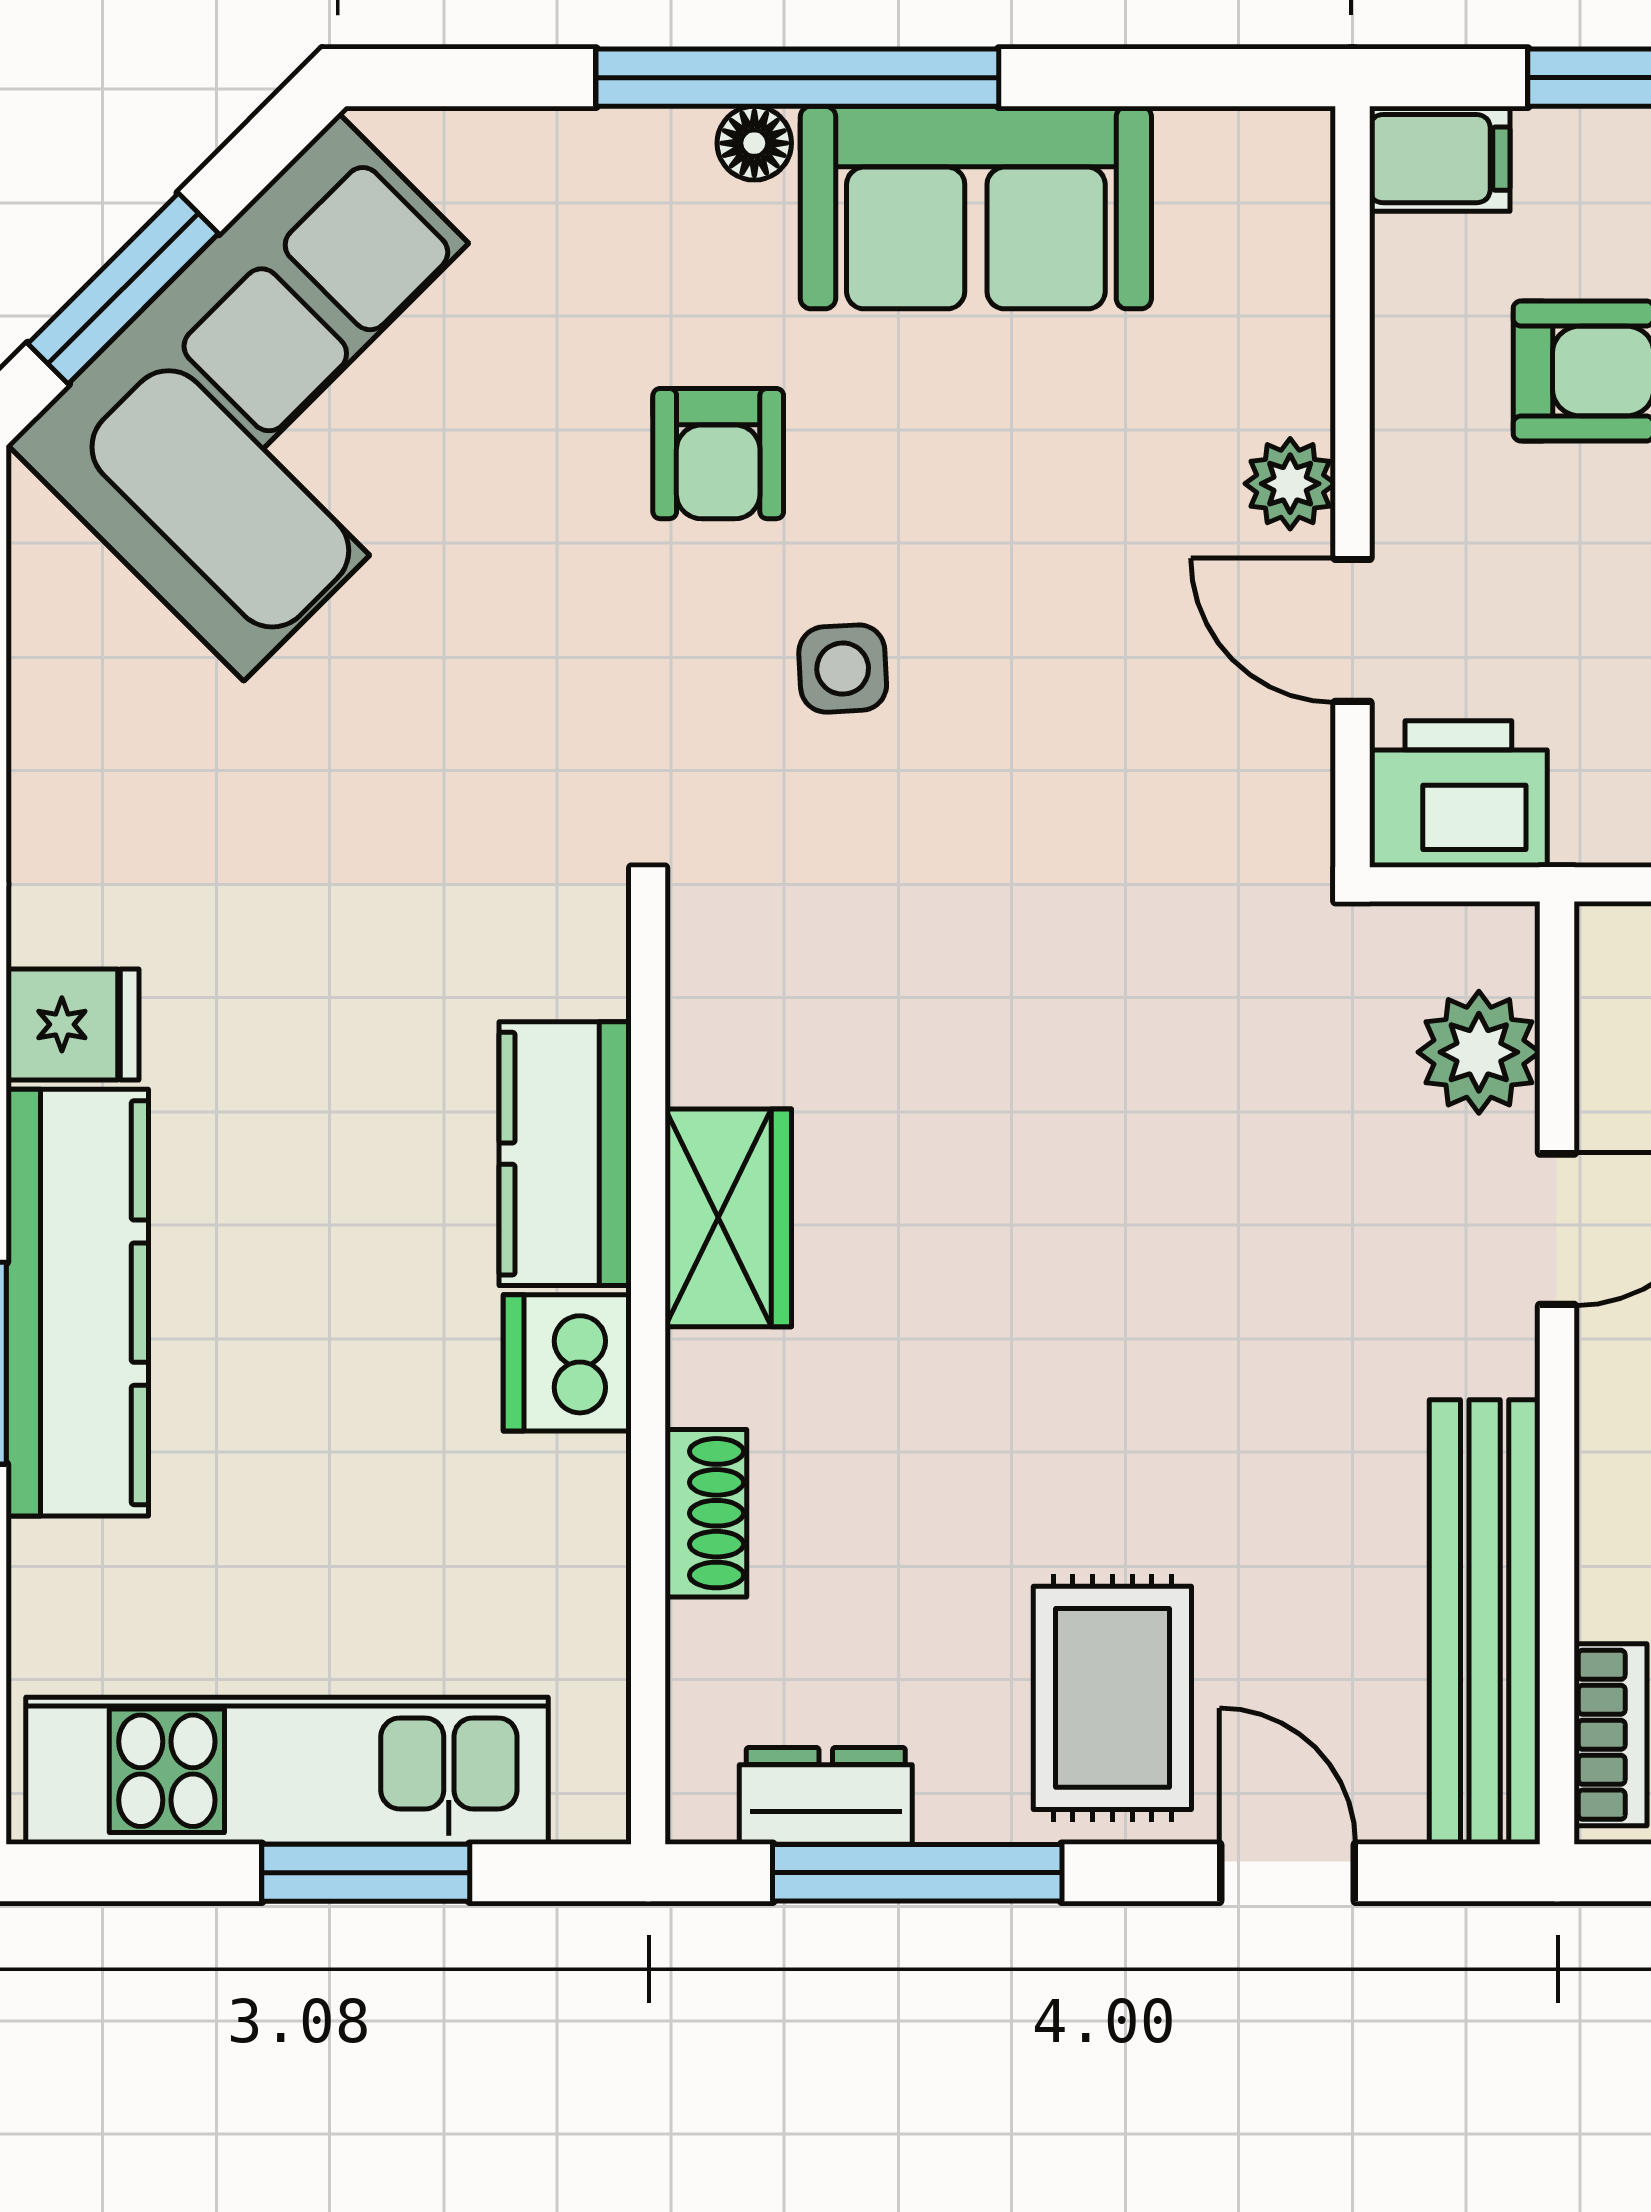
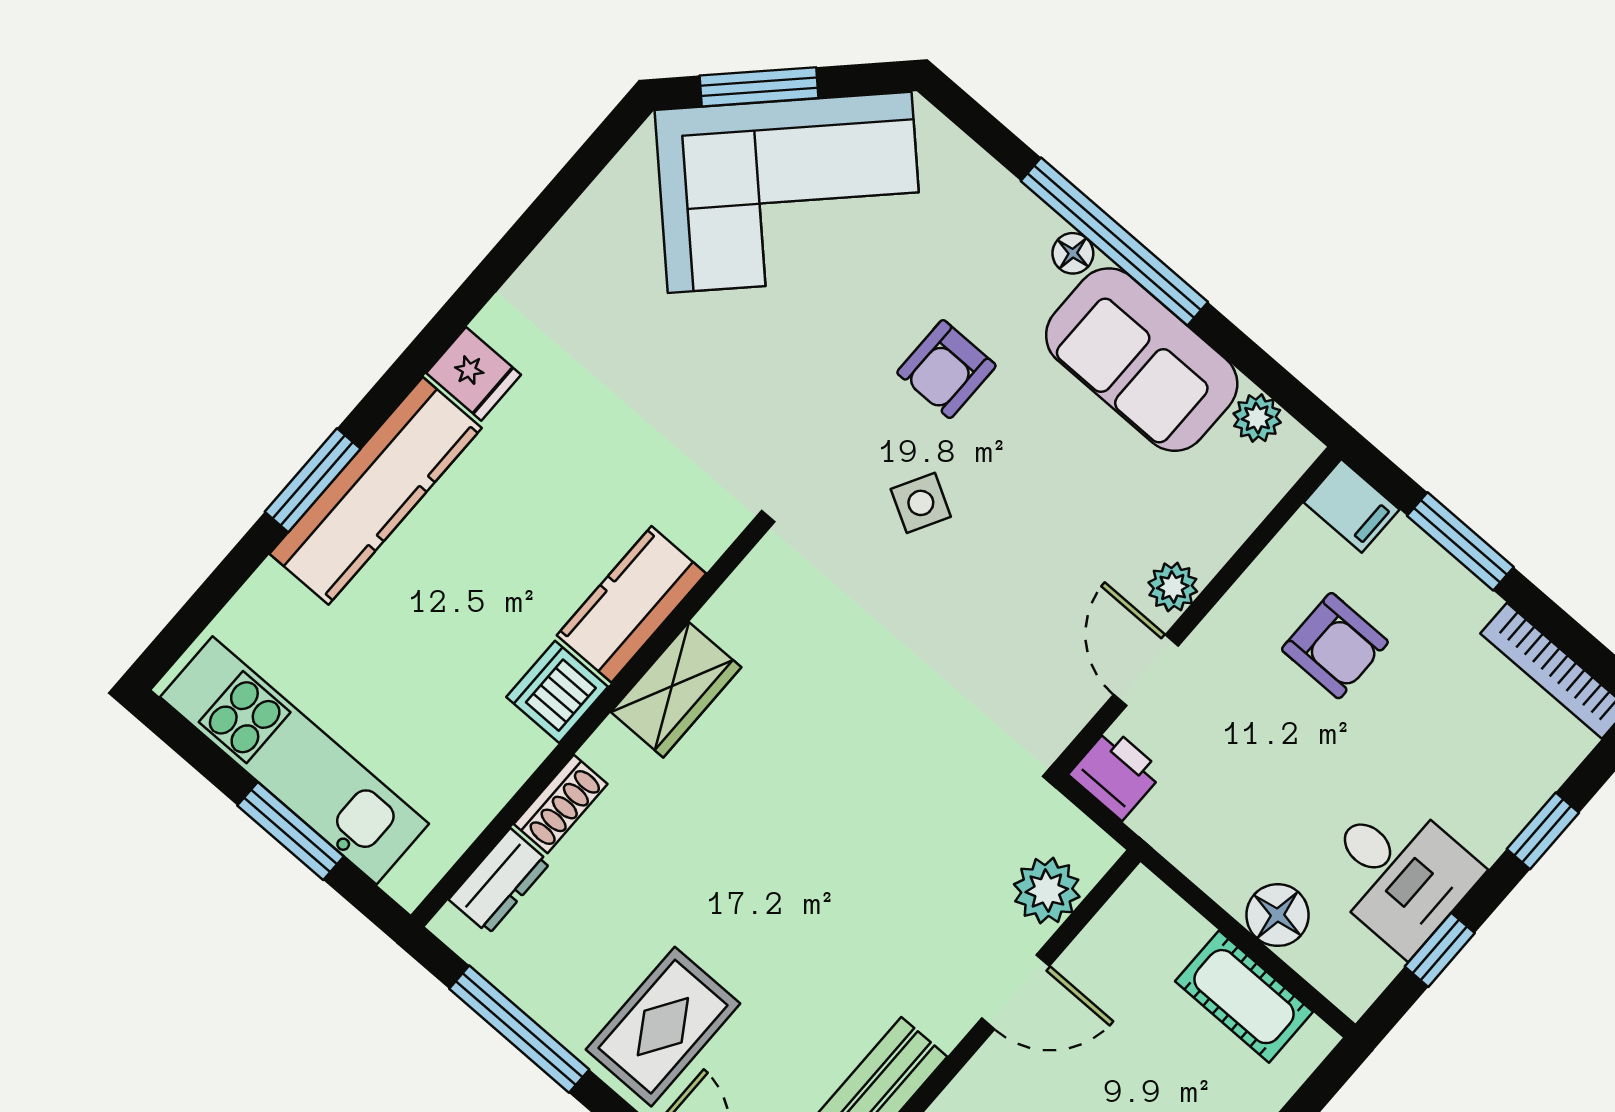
plant: (1205, 150) -> (1257, 418), added
side table: (843, 669) -> (921, 503), turned 32
printer: (1458, 794) -> (1116, 773), width x0.73, depth x0.81
dresser: (826, 1796) -> (499, 881), moved, turned 90

